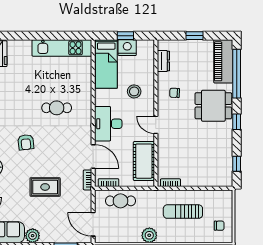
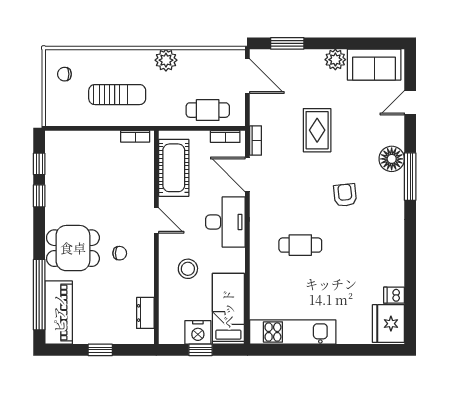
chair: (175, 93) -> (120, 253), moved
window: (237, 122) -> (39, 196), moved
rug: (45, 187) -> (317, 130), turned 90

